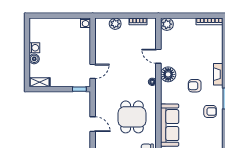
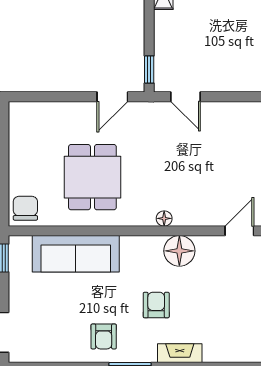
door: (158, 56) -> (239, 231), moved
dining table: (132, 117) -> (92, 177), turned 90
door: (93, 124) -> (112, 97), moved

